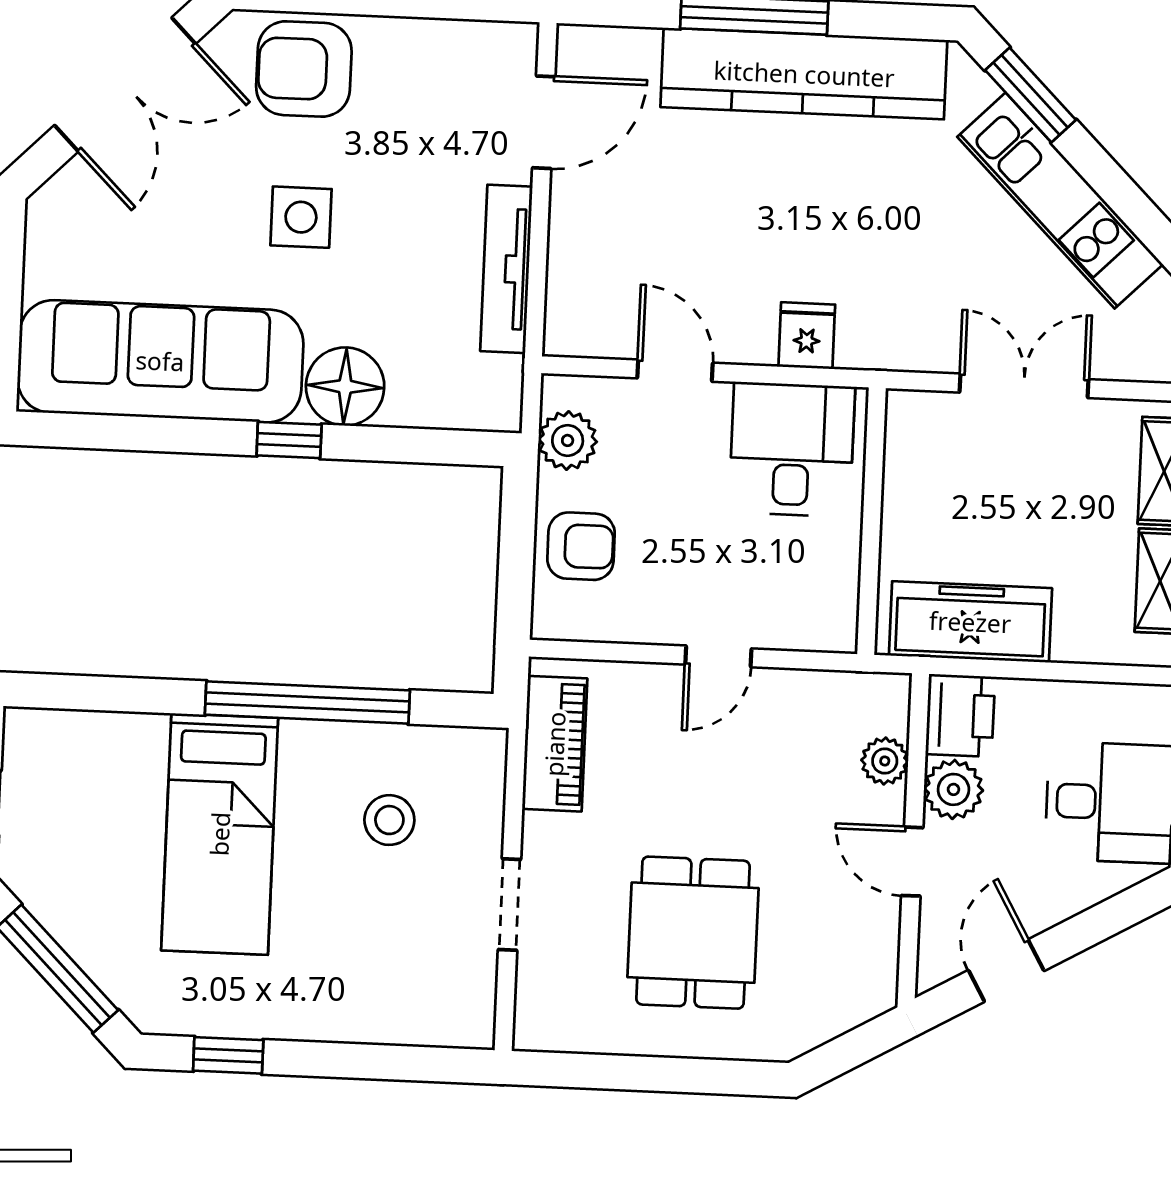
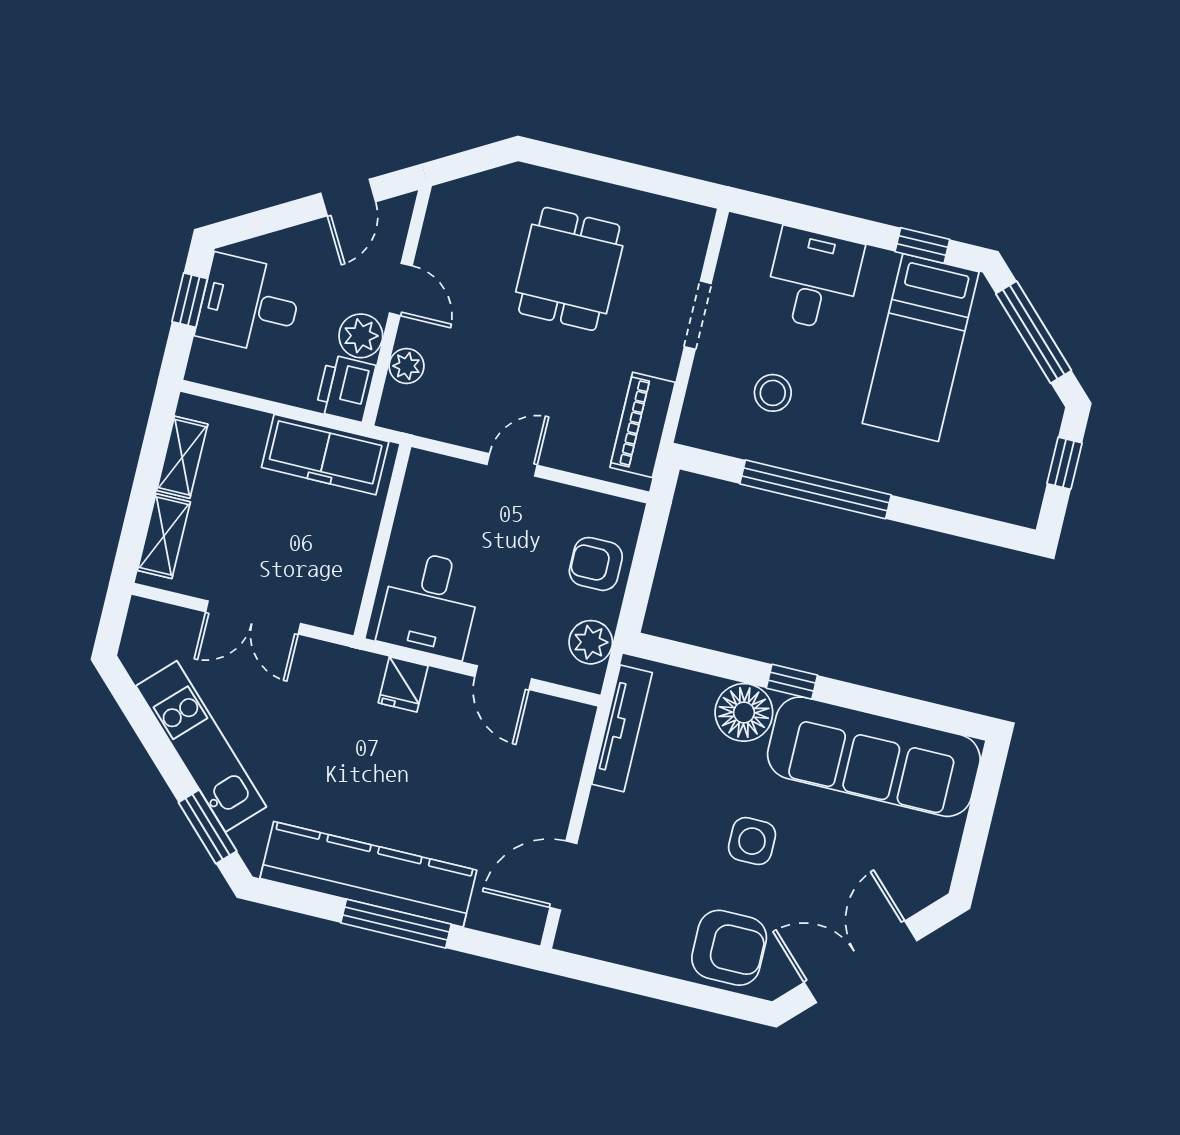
tv unit: (506, 269) -> (622, 728), moved
bed: (220, 834) -> (921, 348), moved, turned 180
desk: (364, 982) -> (814, 279), added

